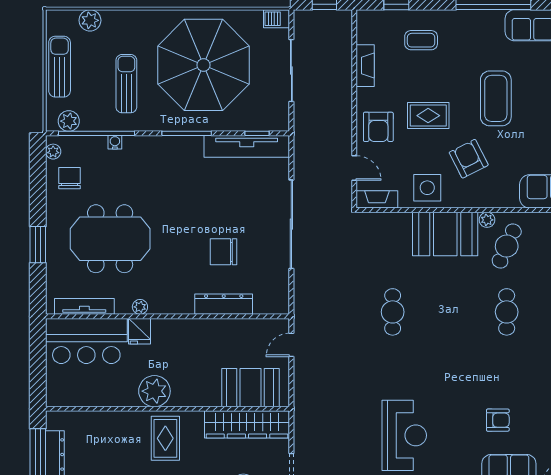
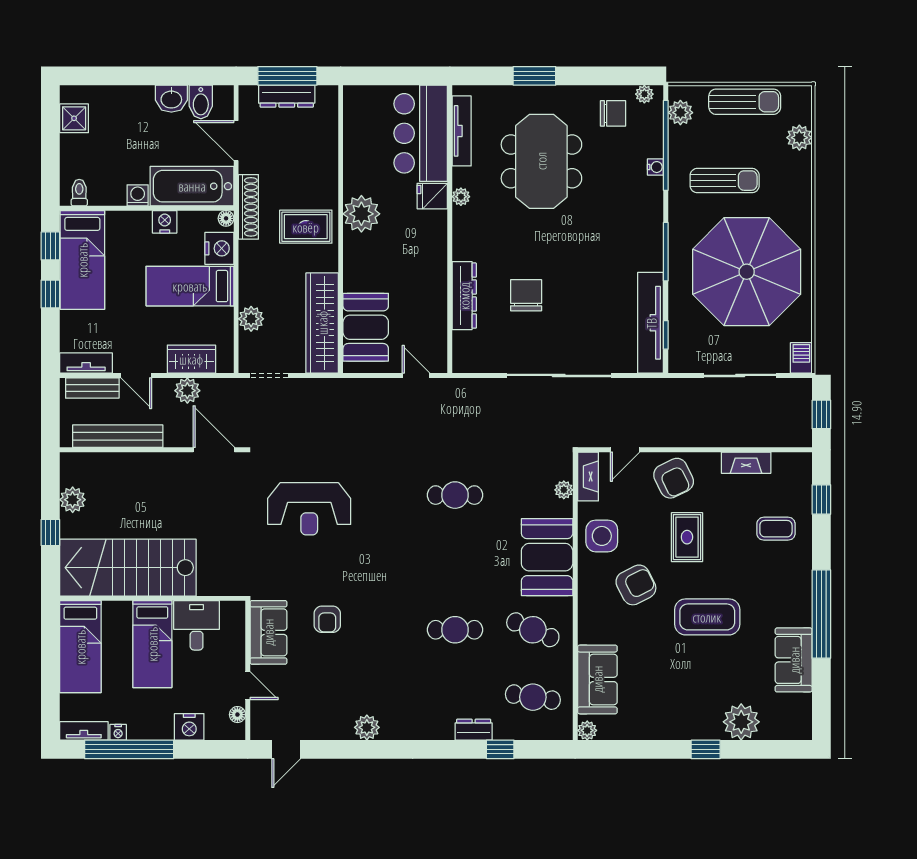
coffee table: (421, 40) -> (776, 529), turned 90
armchair: (378, 127) -> (674, 478), turned -116
plant: (487, 220) -> (564, 490), moved

